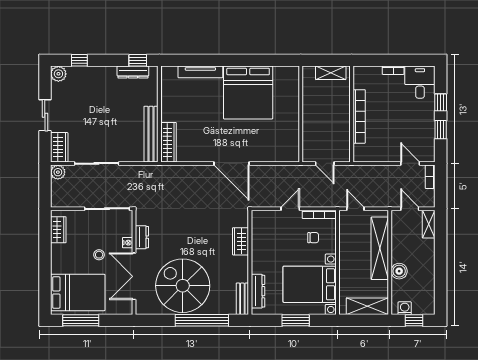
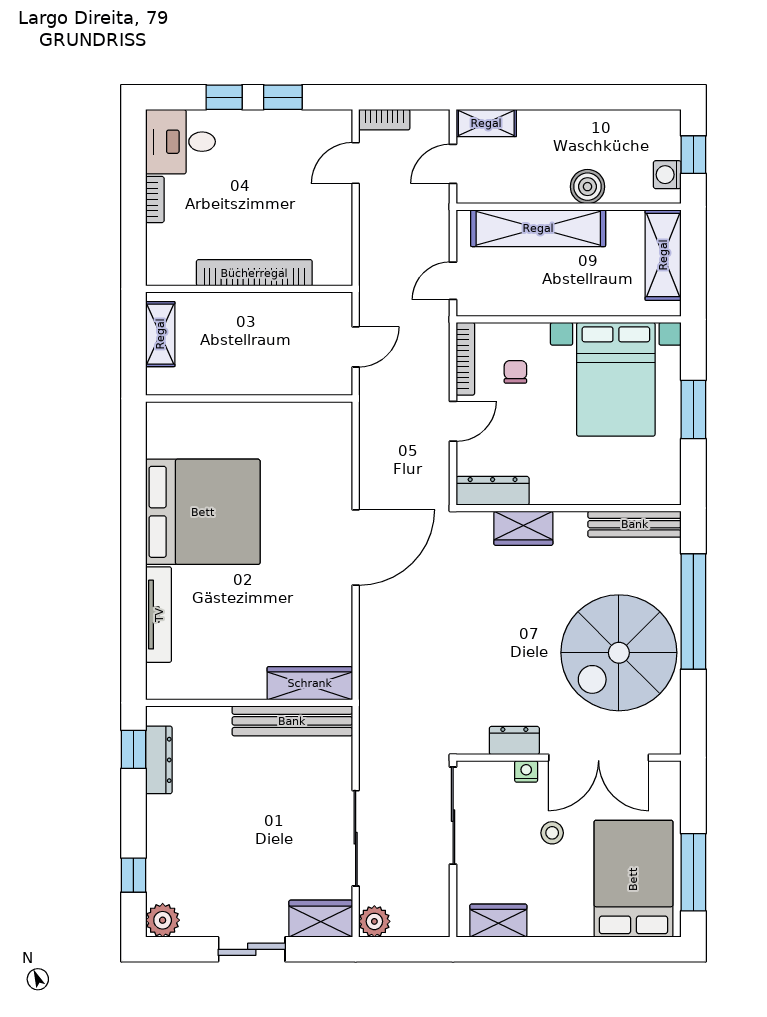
door: (290, 209) -> (453, 421), swing flipped
dresser: (258, 291) -> (493, 491), moved
bench: (242, 299) -> (635, 524), width x1.36

